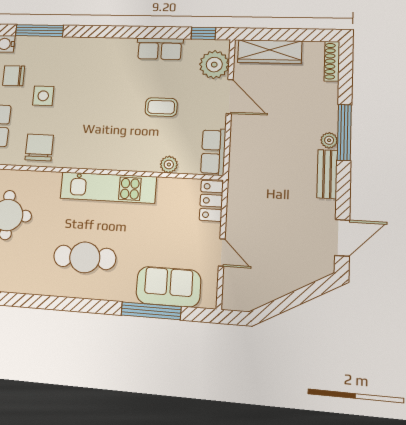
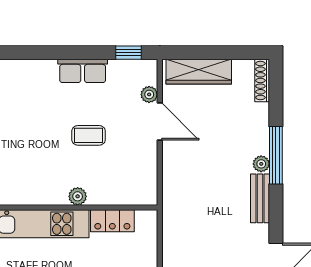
plant: (214, 65) -> (149, 94), width x0.53, depth x0.53
row of seats: (213, 152) -> (146, 181), removed
plant: (169, 165) -> (78, 196), moved
locker: (211, 201) -> (112, 221), moved, turned -90

